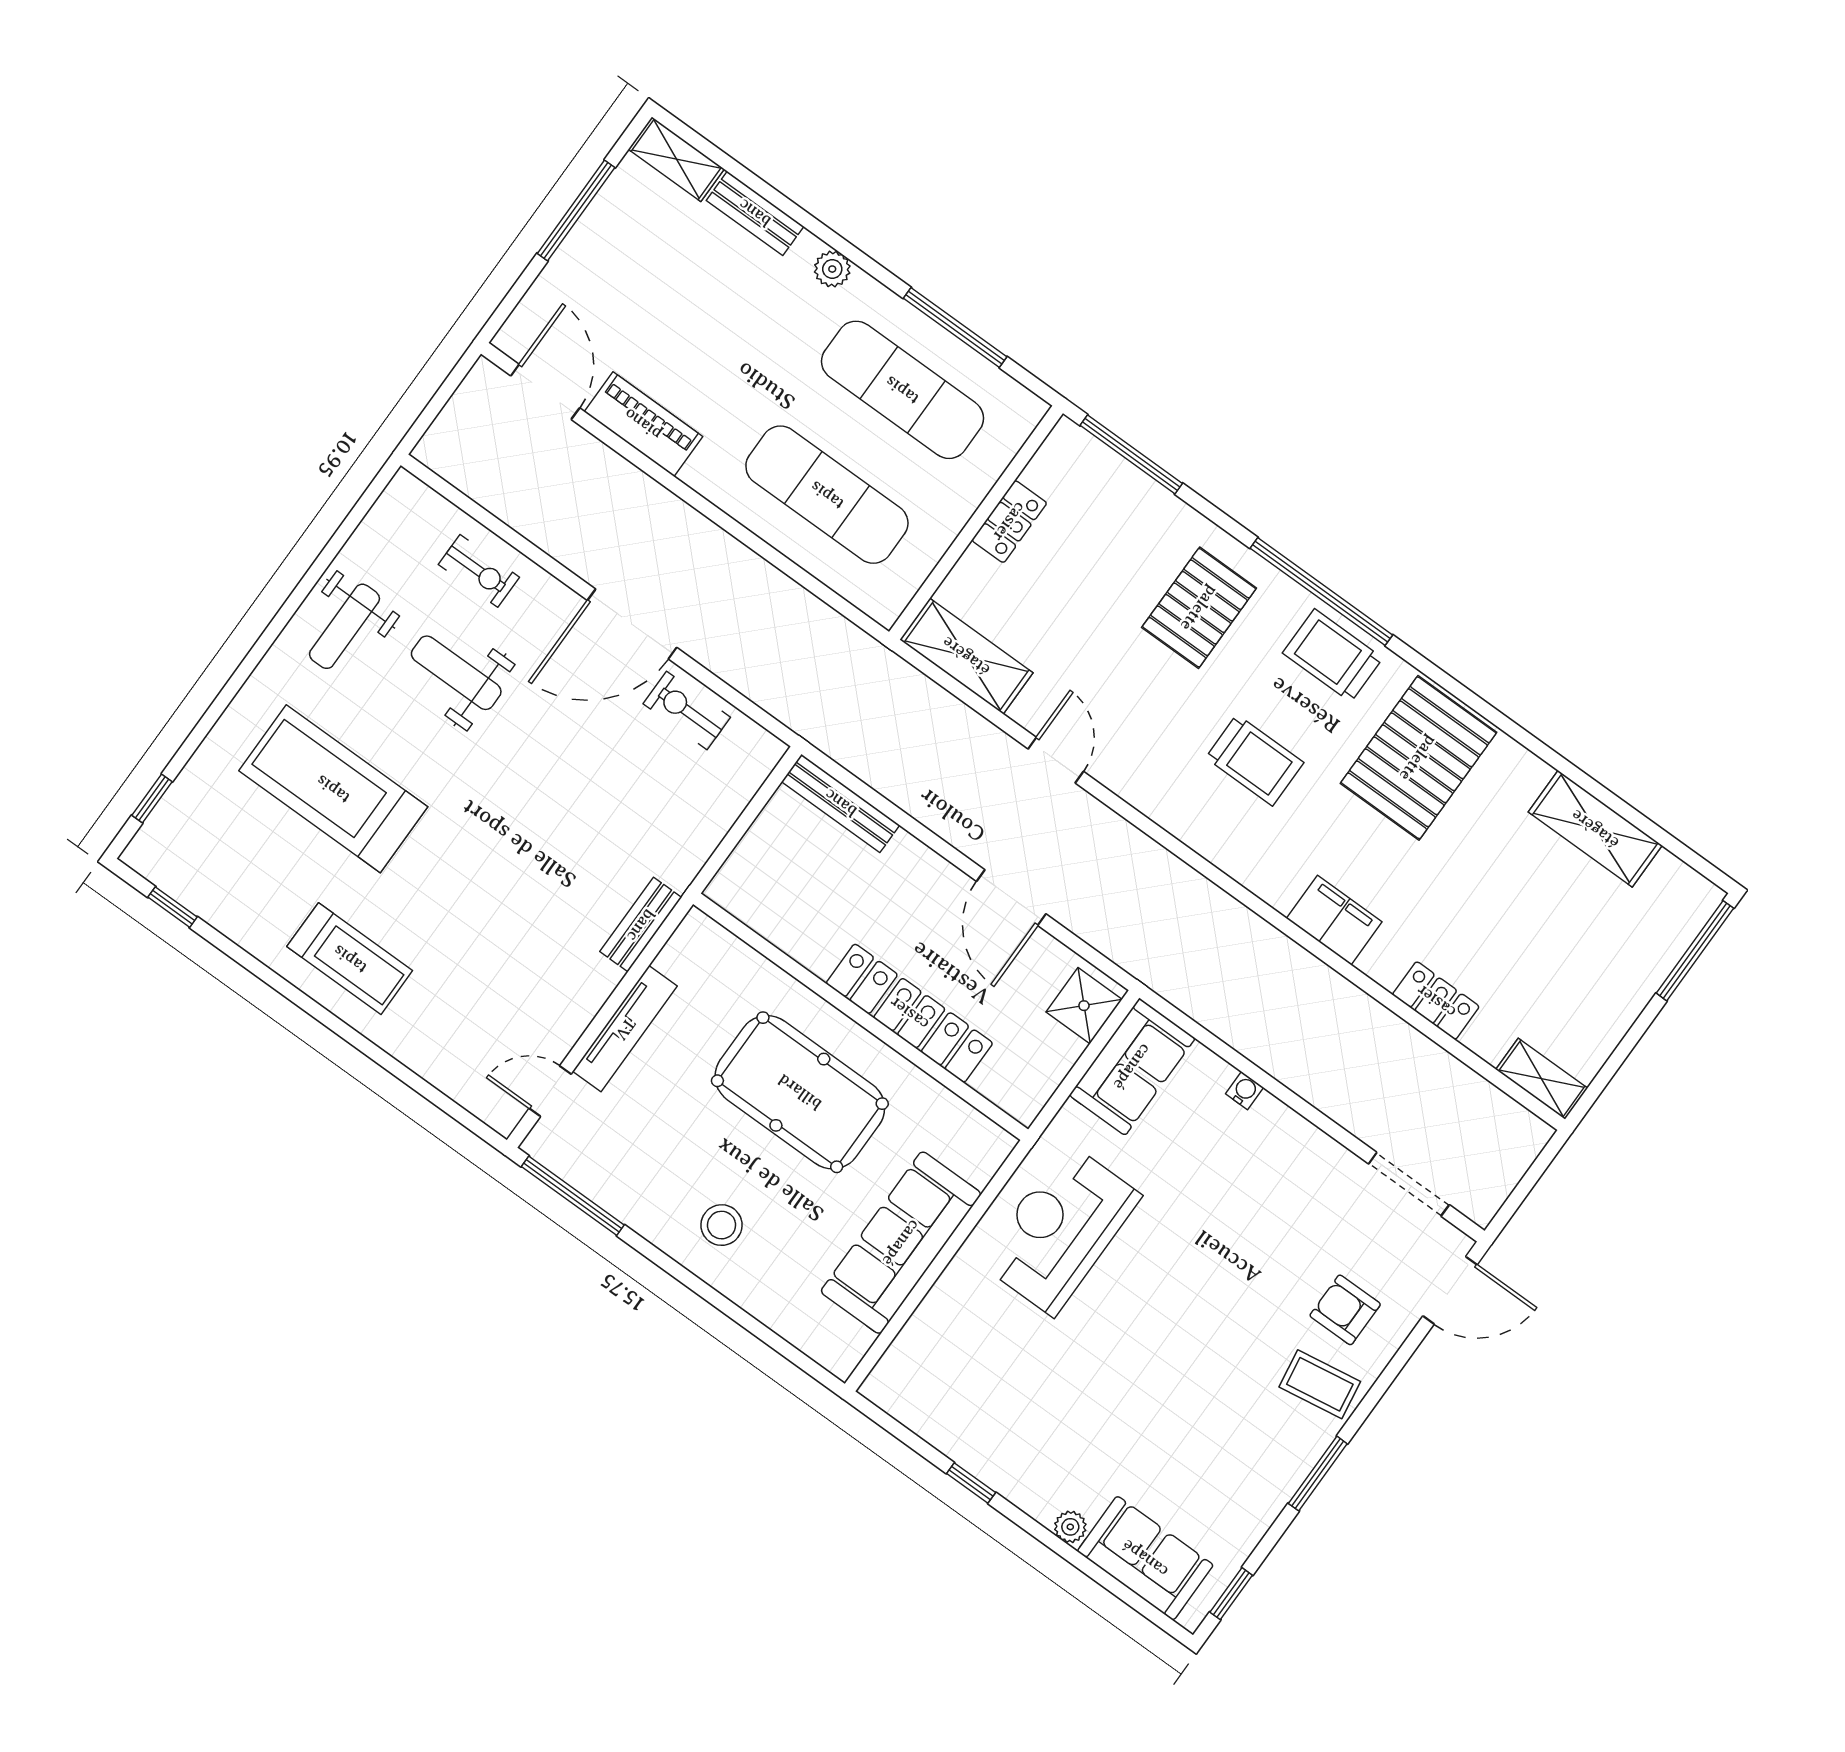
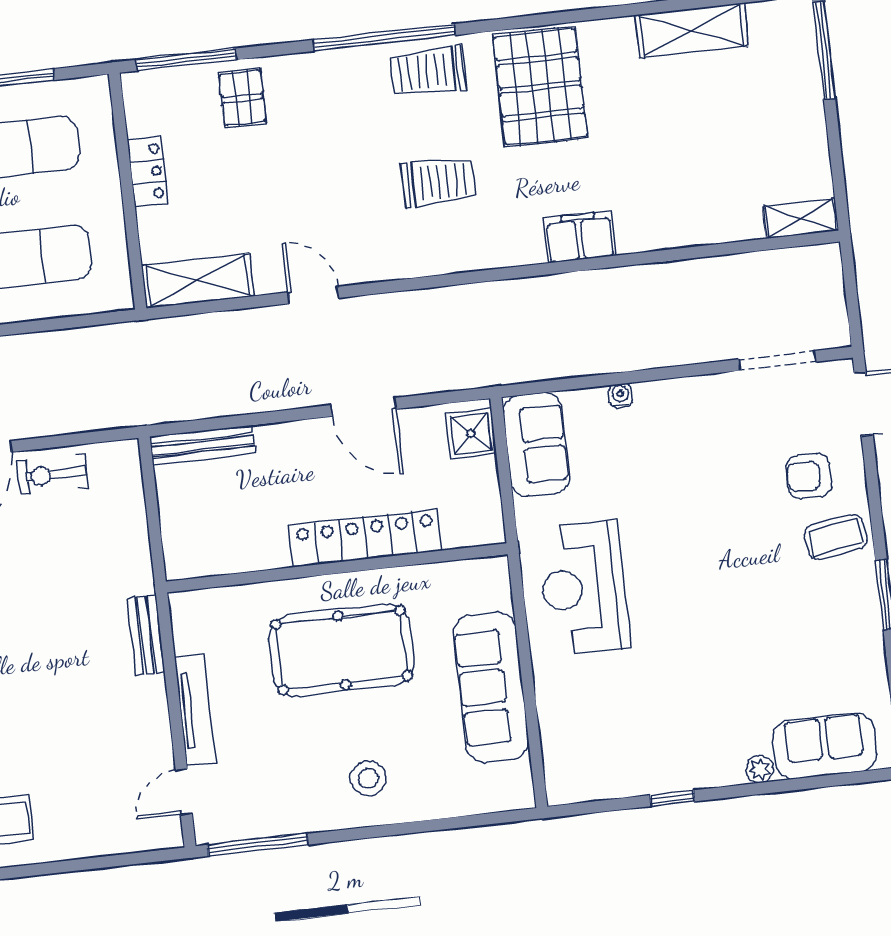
pallet: (1199, 608) -> (243, 98), moved, width x0.67, depth x0.71
locker: (1436, 1001) -> (689, 230), removed

